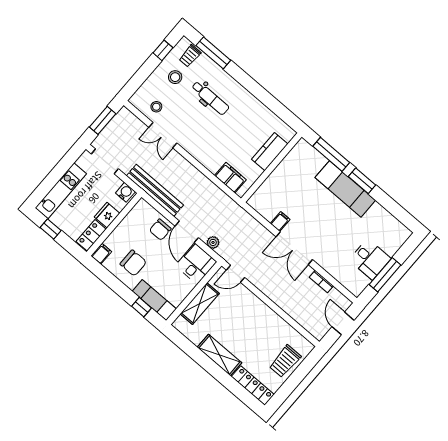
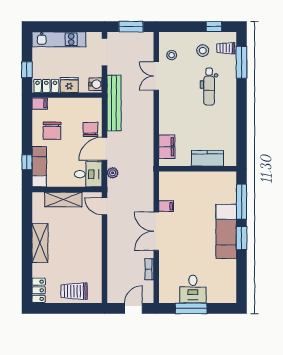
window: (51, 229) -> (27, 70), moved
chair: (160, 230) -> (90, 129), turned 90
locker: (253, 386) -> (39, 290), width x0.66

